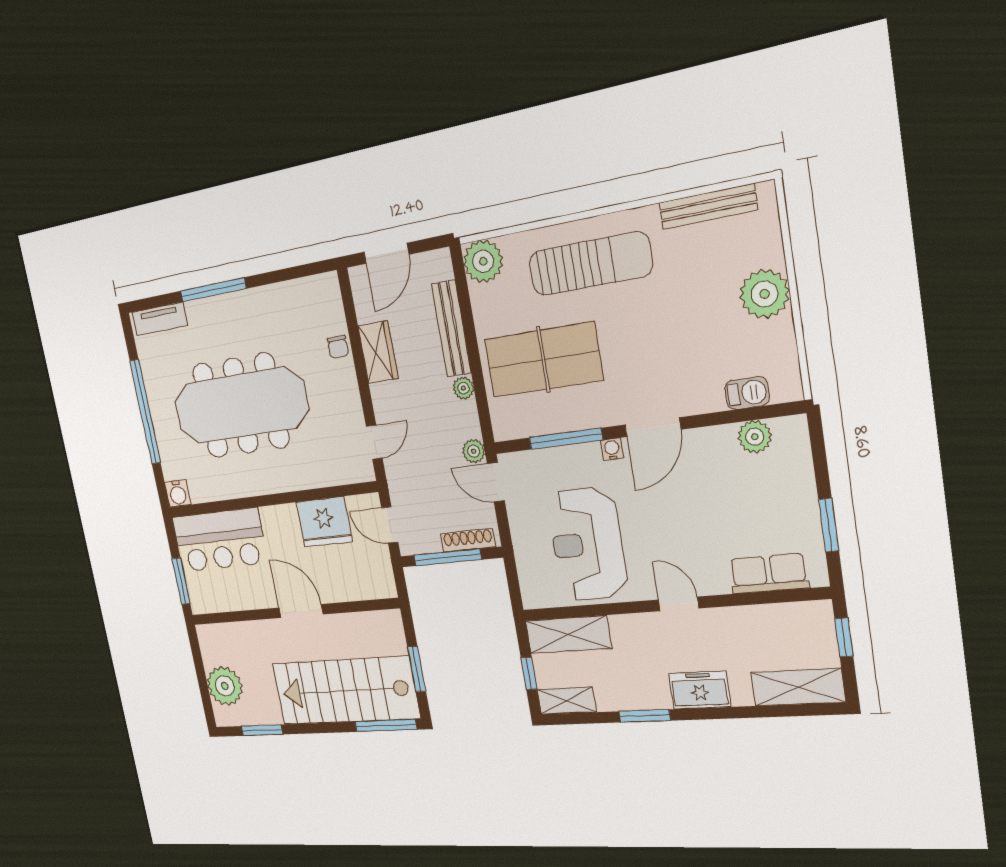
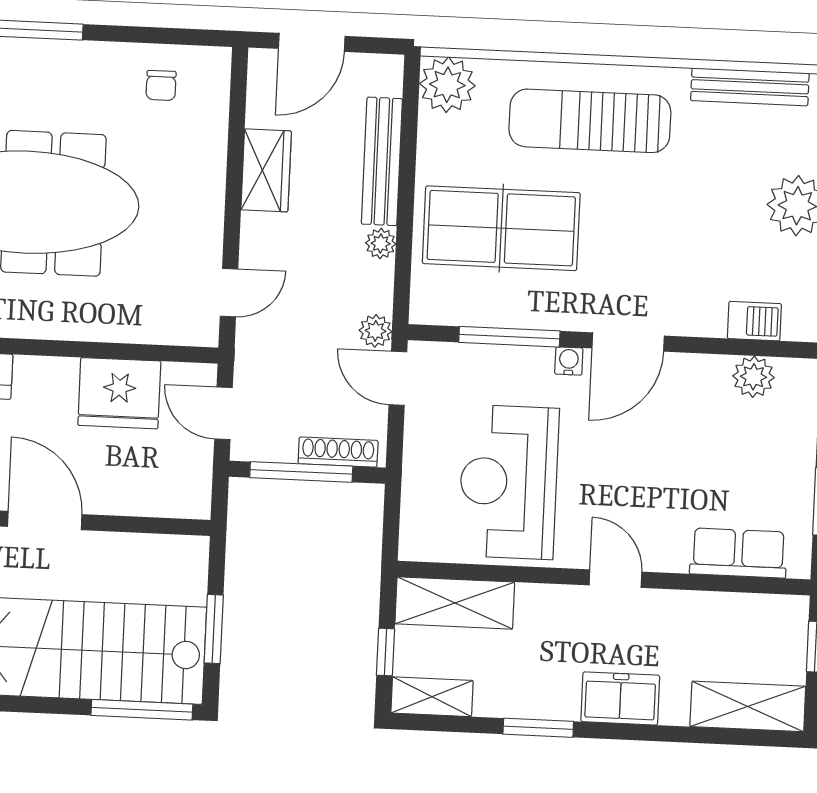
sun lounger: (590, 264) -> (590, 121), turned 180
chair: (338, 347) -> (161, 85), moved

